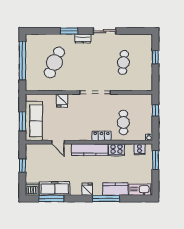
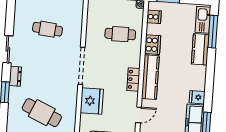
fridge: (62, 101) -> (92, 101), width x1.88, depth x1.34
locker: (101, 136) -> (133, 79), moved
fridge: (87, 189) -> (197, 97), moved
window: (106, 198) -> (213, 32), moved

